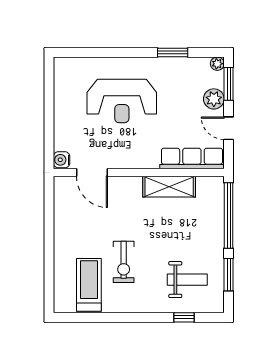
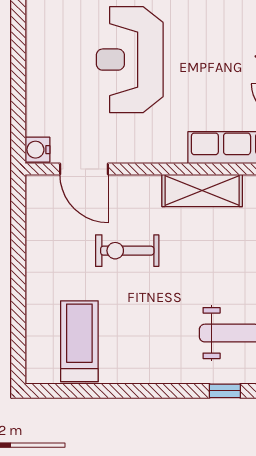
reception desk: (122, 101) -> (130, 60), turned 90
exercise bike: (124, 262) -> (127, 251), moved, turned 90

